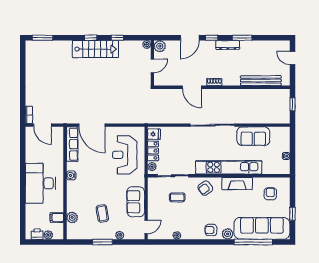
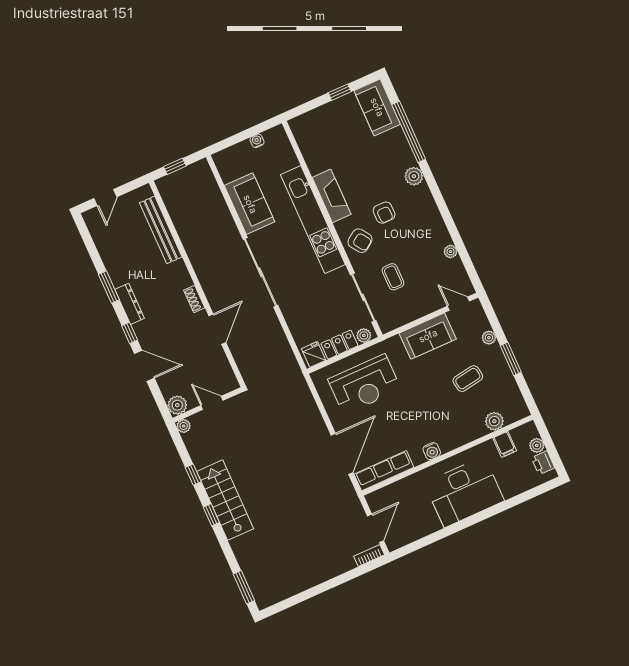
armchair: (270, 194) -> (325, 139), removed
sofa: (262, 228) -> (377, 107), width x0.54, depth x0.79
armchair: (211, 230) -> (384, 213), moved

